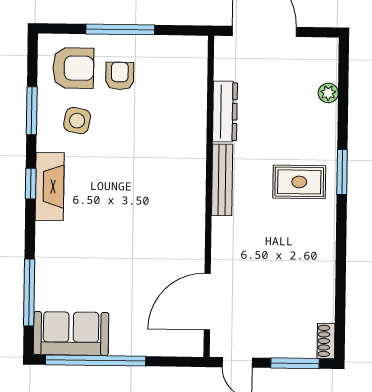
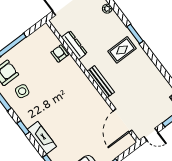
armchair: (120, 76) -> (60, 54), moved
bench: (222, 180) -> (101, 82), moved
fireplace: (50, 187) -> (42, 138), moved

